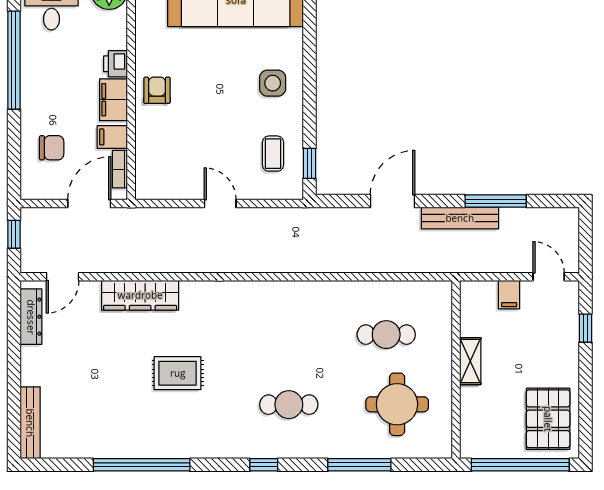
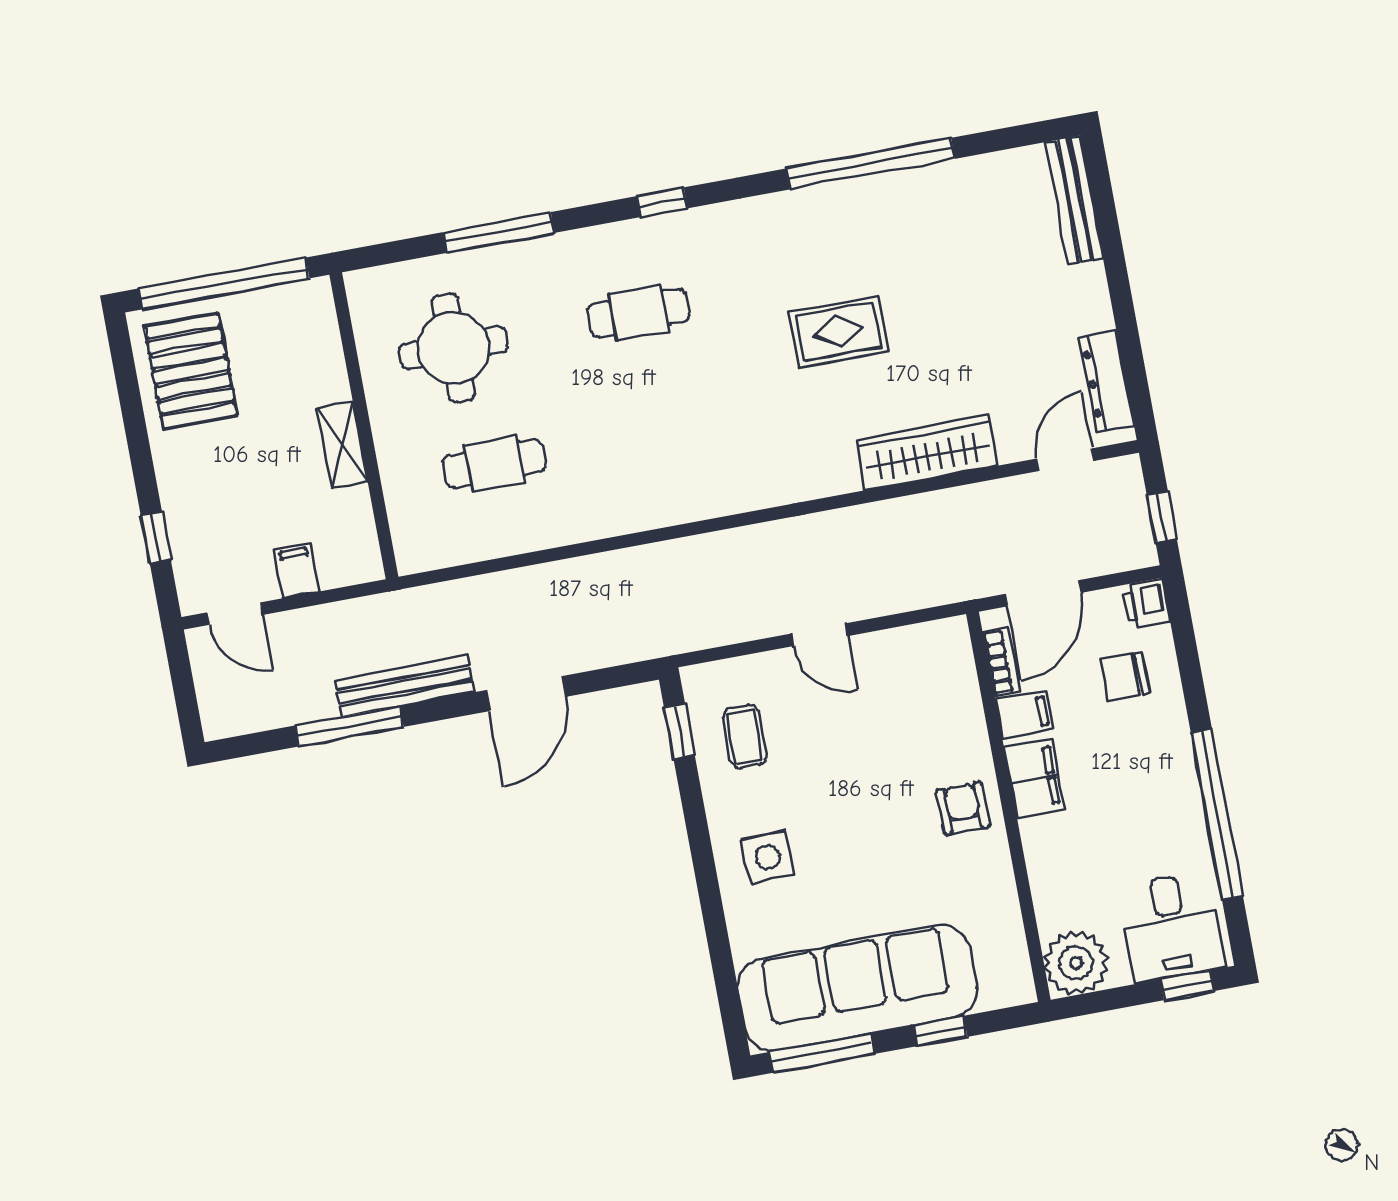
printer: (116, 64) -> (1146, 604), moved, turned 180
armchair: (157, 90) -> (963, 808), turned 180

